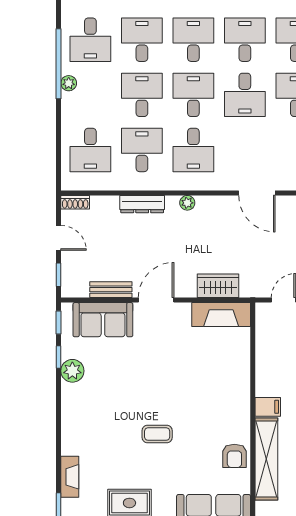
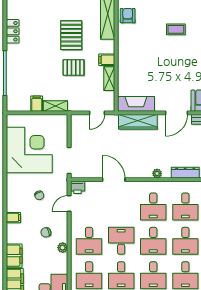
desk: (193, 150) -> (153, 206), turned 180
wardrobe: (218, 286) -> (138, 122), width x1.50
shelving: (264, 355) -> (109, 79), added
filing cabinet: (268, 407) -> (107, 60), moved

